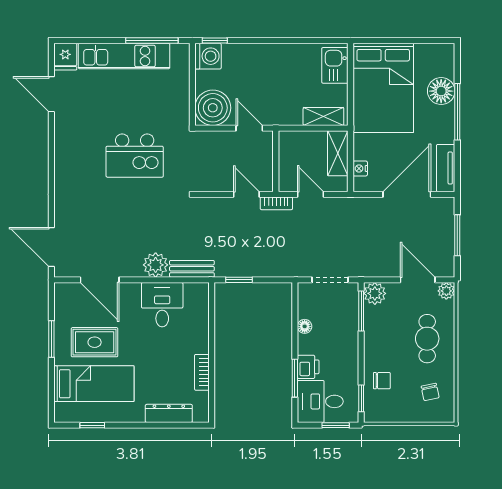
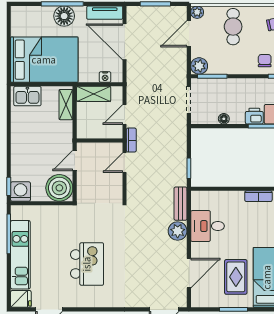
floor lamp: (441, 91) -> (64, 16), moved
kitchen island: (135, 156) -> (87, 264), moved
cafe table: (427, 339) -> (233, 27), turned 90

